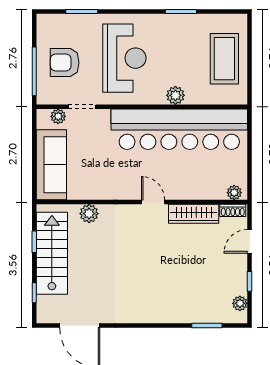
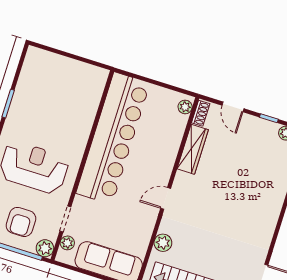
coffee table: (224, 59) -> (63, 78), removed
plant: (175, 95) -> (45, 248), moved
door: (153, 202) -> (166, 198), moved

